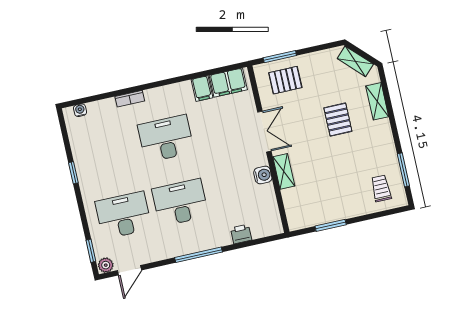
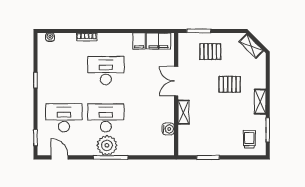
pallet: (285, 80) -> (210, 52), moved
shelving: (377, 101) -> (260, 102), moved
pallet: (338, 120) -> (230, 84), turned 90
double door: (264, 132) -> (176, 81), swing flipped
water cooler: (263, 175) -> (168, 129), moved
printer: (241, 234) -> (144, 149), removed
plant: (106, 265) -> (107, 145), moved, width x1.88, depth x1.88
door: (129, 270) -> (60, 157), swing flipped

